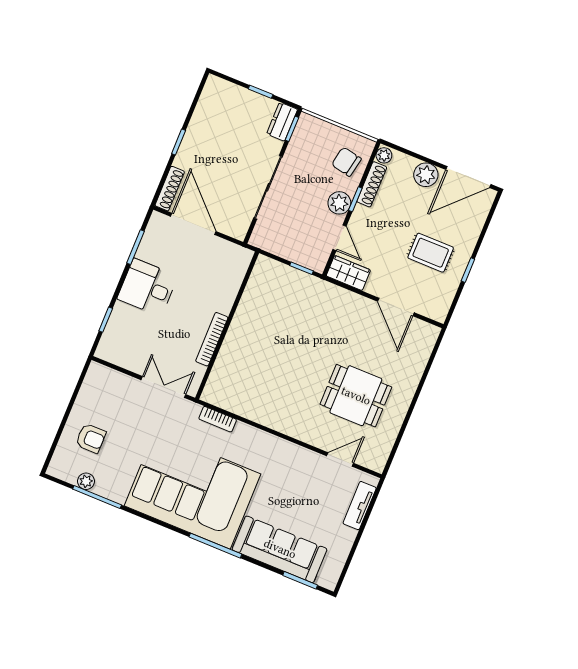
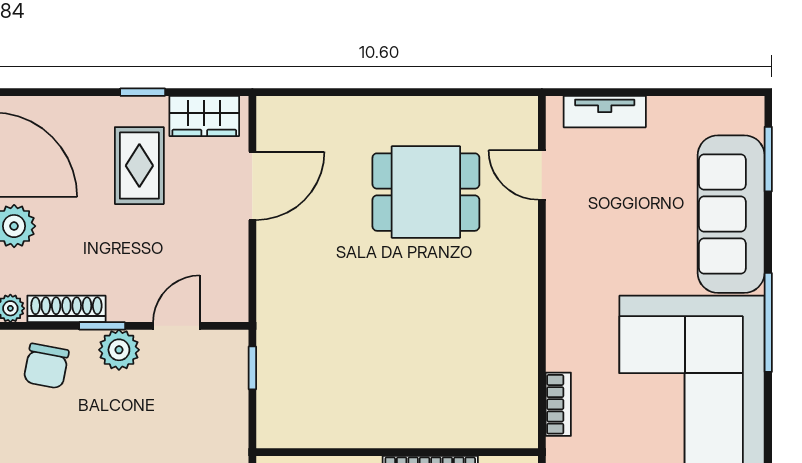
wardrobe: (348, 273) -> (204, 116), moved, turned -90
dining table: (356, 396) -> (426, 192), turned 90

